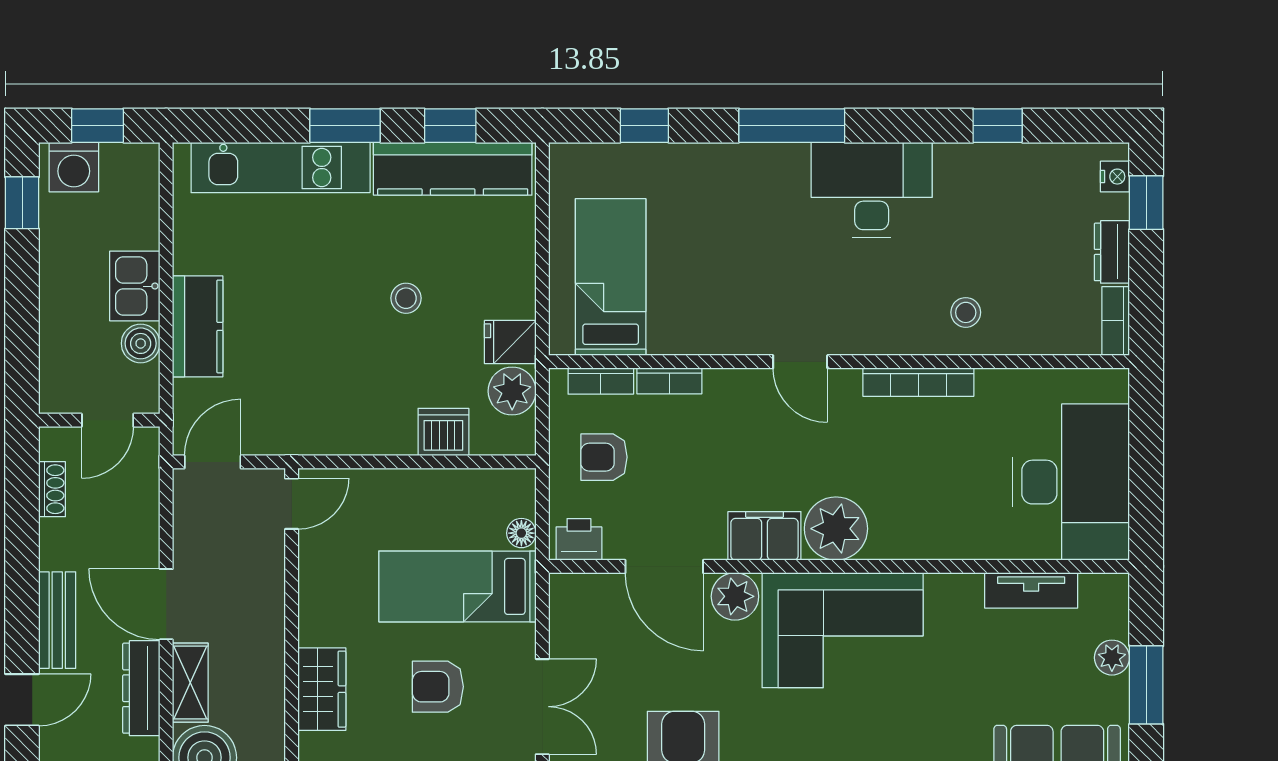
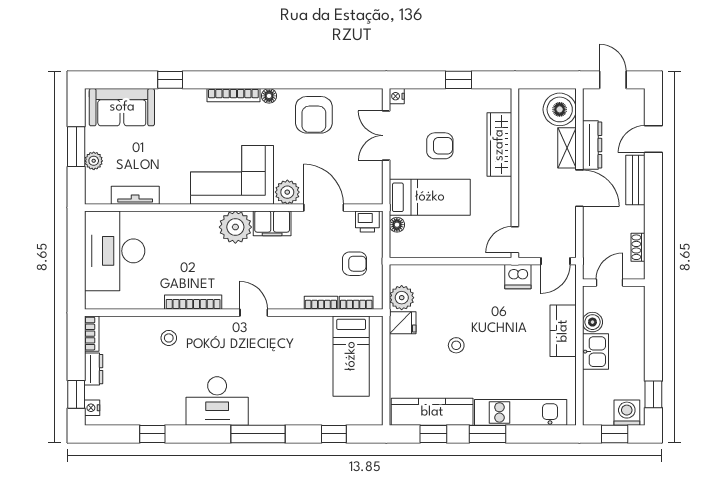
dishwasher: (443, 432) -> (518, 277), moved
wardrobe: (322, 689) -> (499, 145), width x1.50

